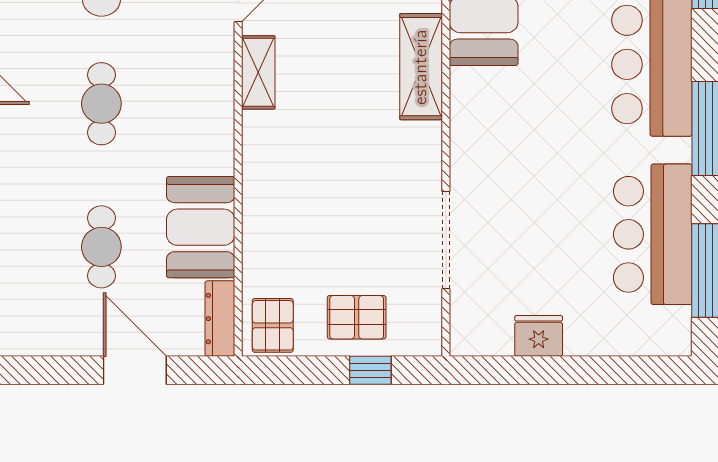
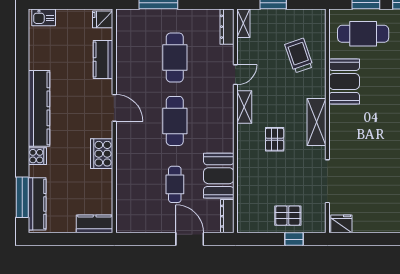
shelving: (421, 67) -> (316, 122), moved
cafe table: (101, 104) -> (175, 121), width x1.37, depth x1.35
pallet: (273, 325) -> (275, 139), moved
fridge: (539, 336) -> (341, 224), moved

